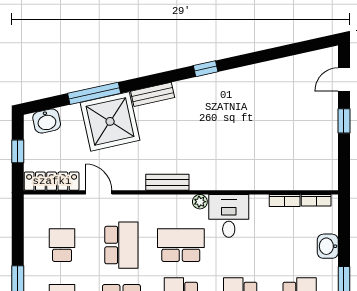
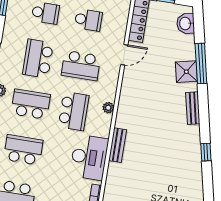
shower: (110, 121) -> (186, 72), width x0.54, depth x0.54
bench: (167, 182) -> (118, 145), moved
plant: (200, 202) -> (108, 108), moved
desk: (229, 216) -> (89, 157), width x1.37

